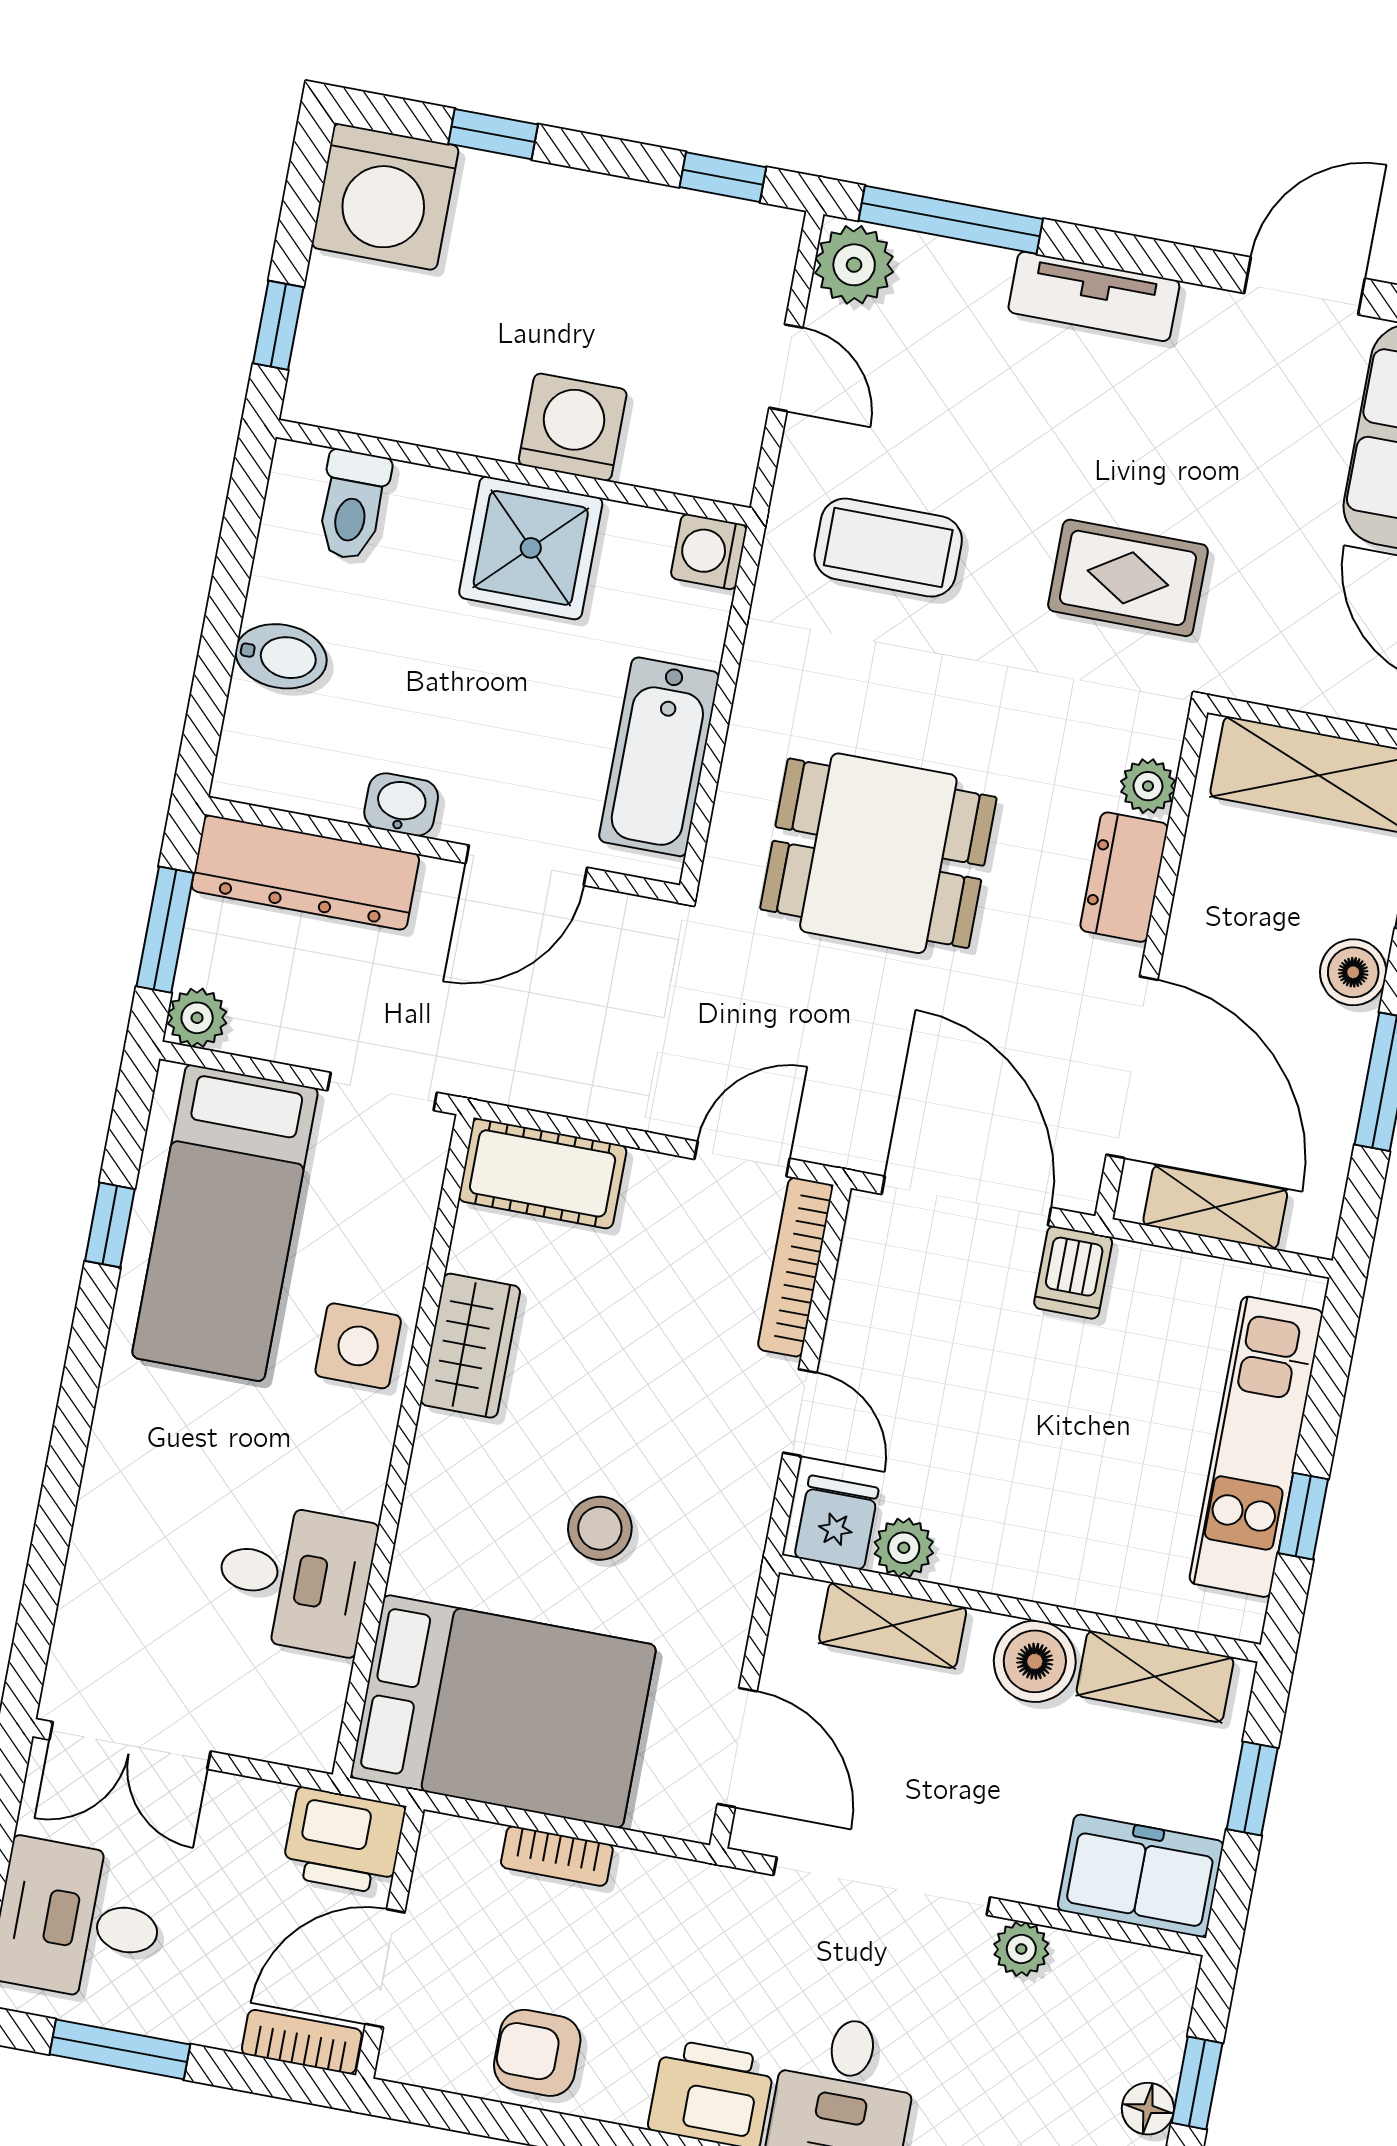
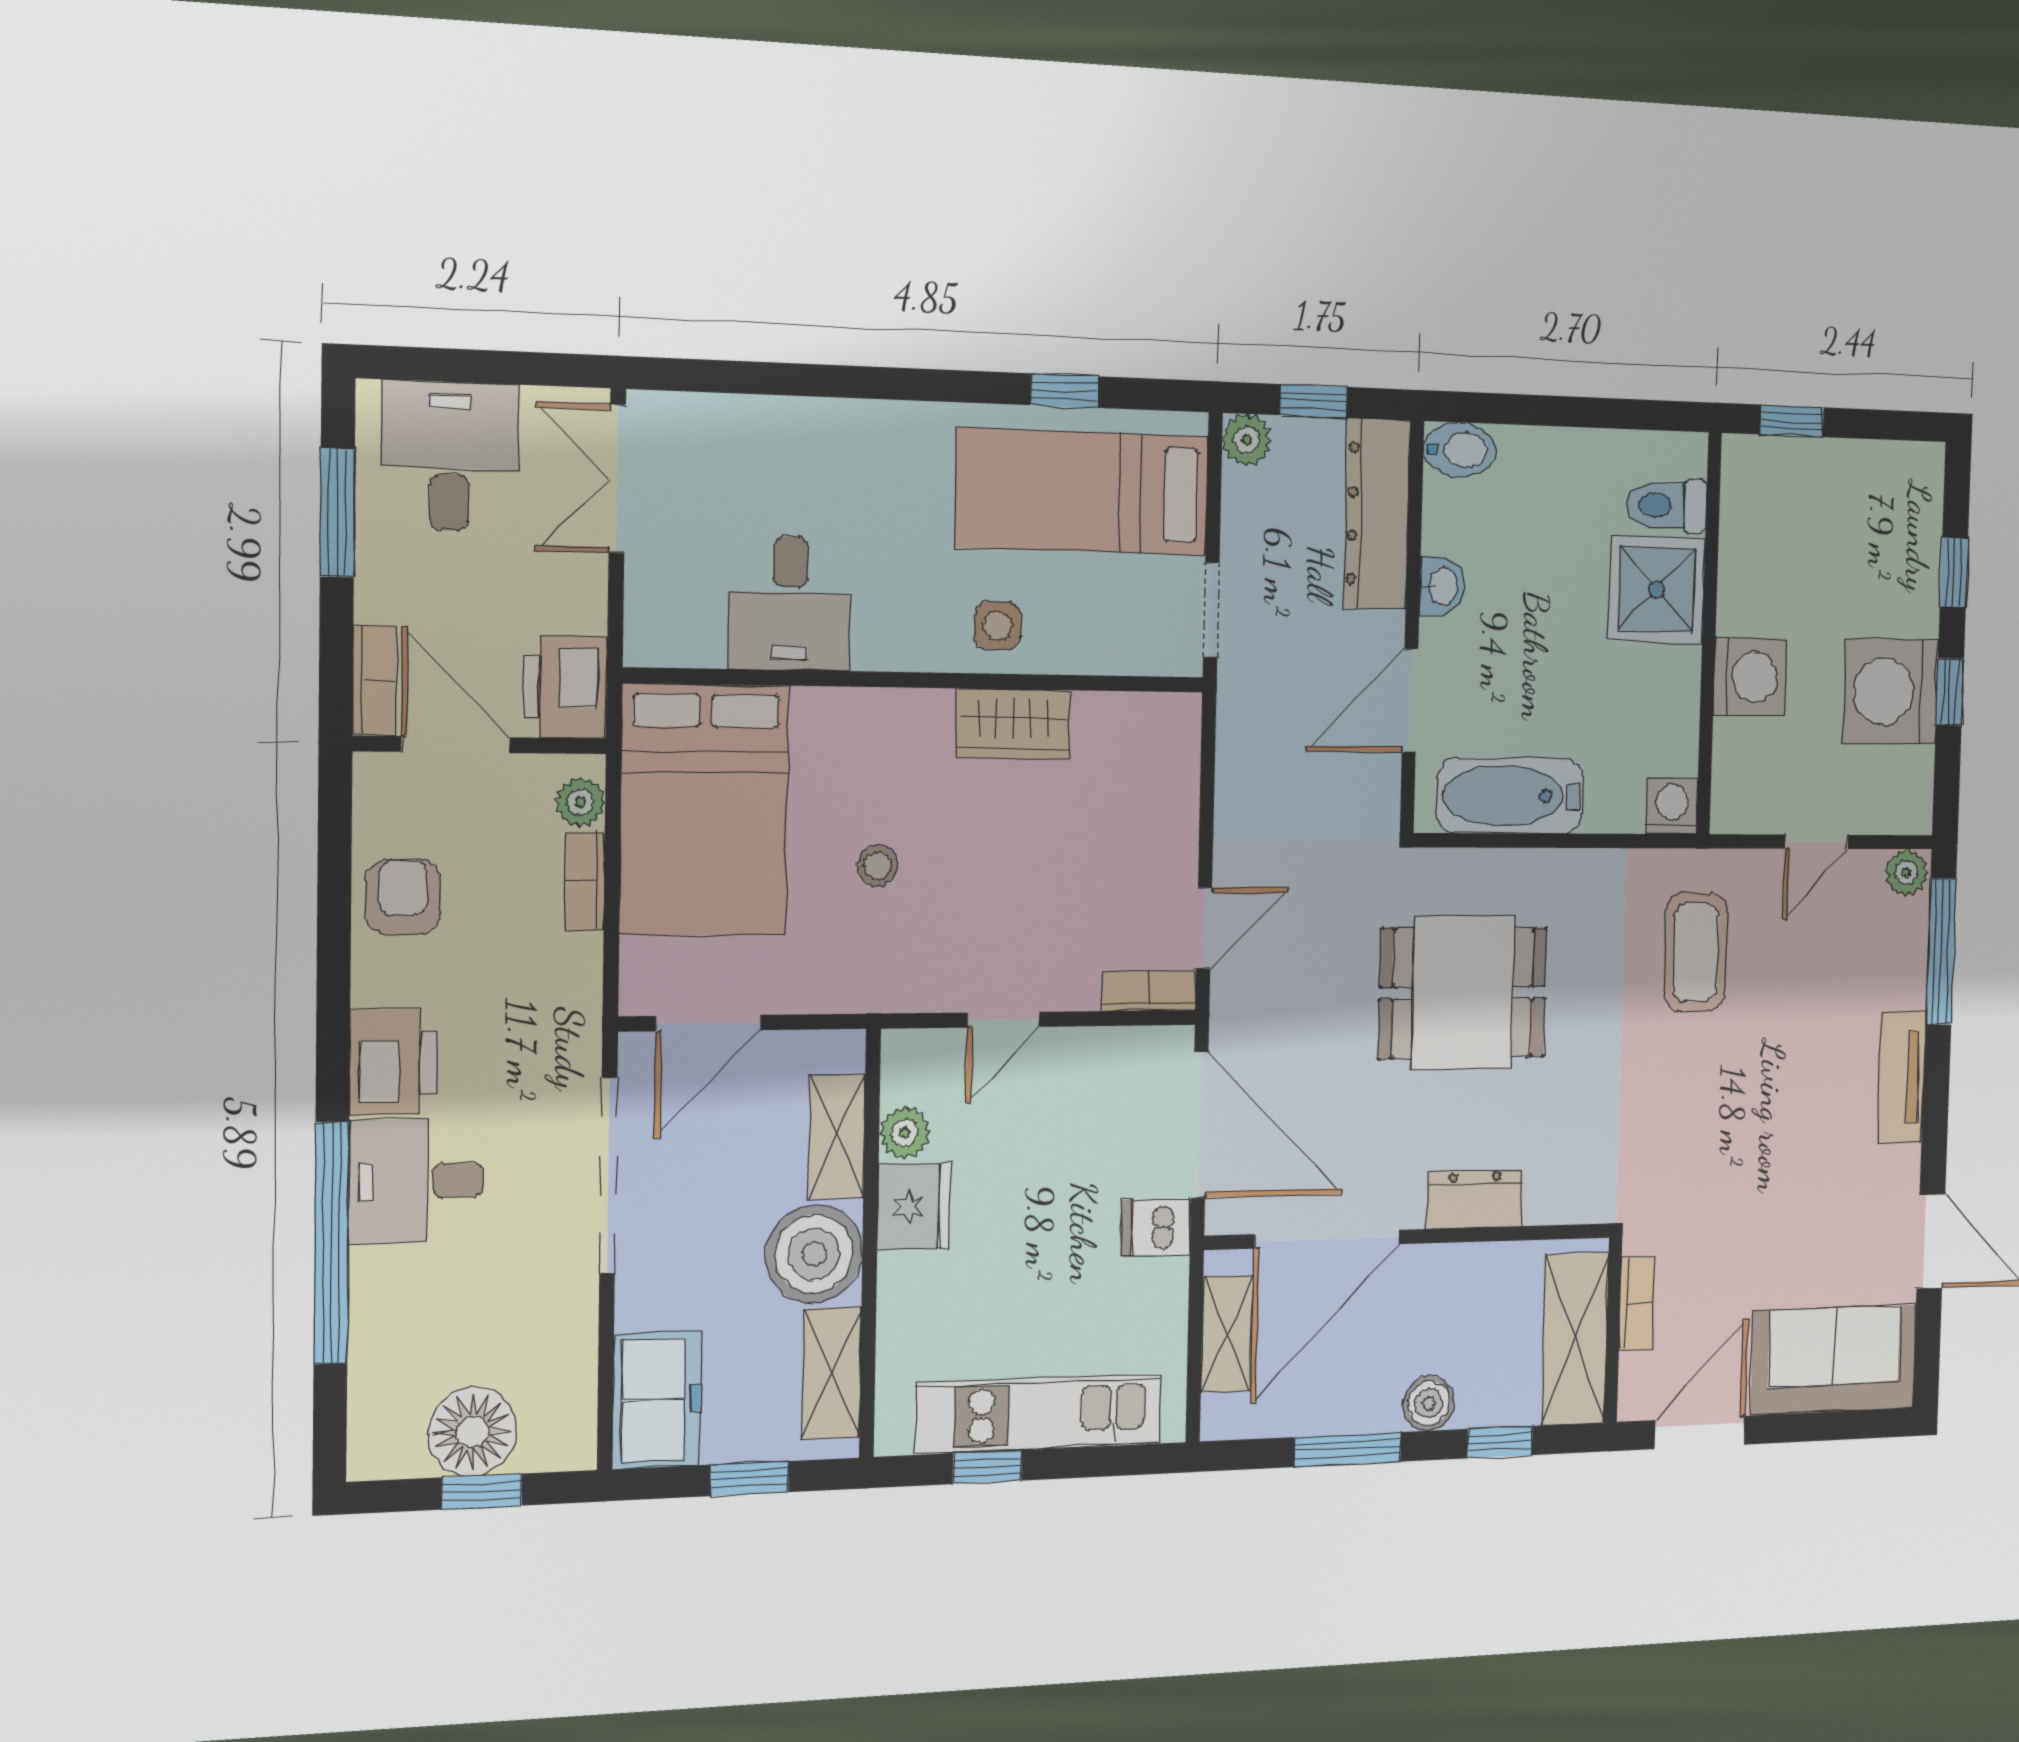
window: (723, 177) -> (1950, 692), moved
washing machine: (385, 197) -> (1891, 692), moved
plant: (854, 265) -> (1907, 873), width x0.73, depth x0.73
shower: (531, 548) -> (1657, 589), moved
rug: (1128, 578) -> (1700, 1151), removed
bidet: (281, 656) -> (1460, 450), moved, turned -90
bookcase: (1294, 688) -> (1637, 1303), added
plant: (1148, 786) -> (1547, 1203), removed
dining table: (878, 853) -> (1463, 993), turned 90
door: (526, 865) -> (1410, 701), hinge flipped
window: (165, 930) -> (1313, 401), width x0.67
door: (742, 1159) -> (1204, 928), hinge flipped
cot: (543, 1173) -> (1166, 760), removed
door: (966, 1201) -> (1200, 1125), hinge flipped
bookcase: (795, 1267) -> (1149, 991), width x0.64
side table: (358, 1346) -> (998, 626), width x0.73, depth x0.73
fridge: (837, 1523) -> (914, 1207), moved, width x1.38
stool: (600, 1528) -> (878, 866), width x0.73, depth x0.73
boiler: (1035, 1661) -> (814, 1254), width x1.37, depth x1.37
plant: (1021, 1949) -> (580, 802), moved
floor lamp: (1148, 2109) -> (472, 1432), width x1.89, depth x1.89

